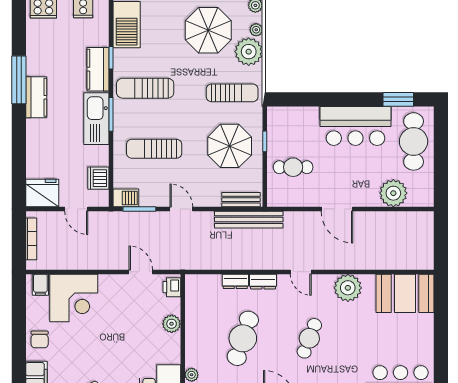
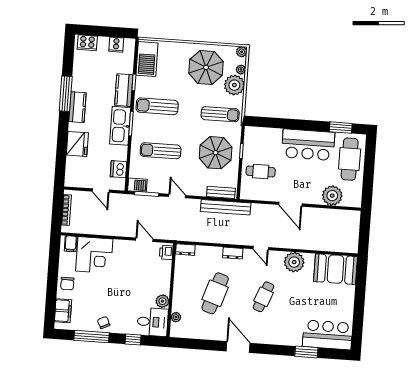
fridge: (42, 193) -> (77, 144), moved, turned 90
dresser: (235, 281) -> (185, 250), moved
plant: (172, 324) -> (162, 301), moved

